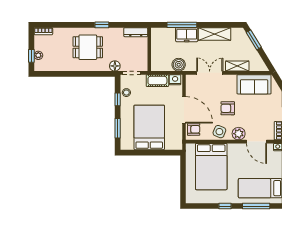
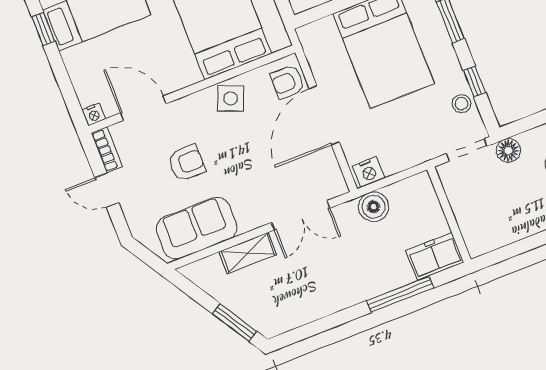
dresser: (136, 32) -> (492, 240), removed
shelving: (215, 34) -> (323, 302), removed
freezer: (187, 35) -> (435, 256), moved
cot: (157, 81) -> (405, 155), removed
armchair: (228, 108) -> (187, 163), moved
door: (184, 110) -> (324, 115), hinge flipped
plant: (239, 134) -> (188, 110), removed

